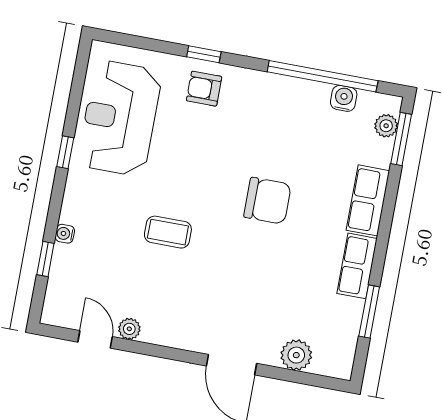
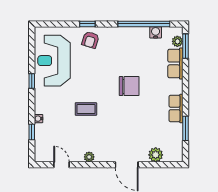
armchair: (204, 89) -> (90, 40), turned -73
row of seats: (368, 200) -> (175, 63), moved
plant: (129, 329) -> (89, 157), moved

